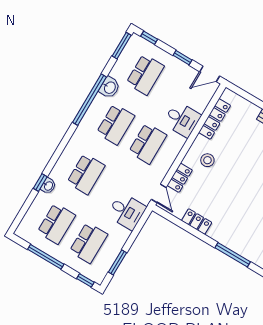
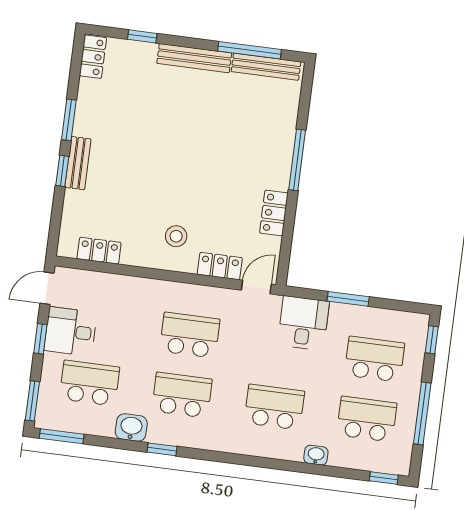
window: (149, 38) -> (32, 401), width x1.50
door: (210, 74) -> (47, 288), swing flipped
window: (90, 100) -> (162, 449), width x0.32
desk: (182, 119) -> (70, 331), moved, turned -90
locker: (215, 119) -> (99, 251), width x0.66
window: (40, 182) -> (384, 478), moved
window: (233, 255) -> (297, 160), moved
window: (118, 262) -> (348, 299), moved

